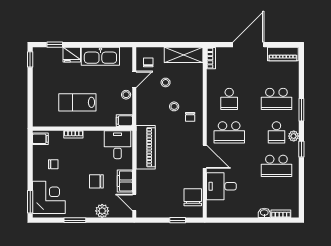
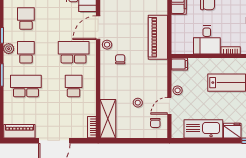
shelving: (184, 55) -> (108, 119), moved, turned 90
stool: (174, 106) -> (107, 45), moved
chair: (190, 117) -> (120, 59), moved
desk: (118, 145) -> (207, 40), moved
door: (205, 157) -> (98, 28), hinge flipped
school desk: (276, 166) -> (26, 19), width x0.54

